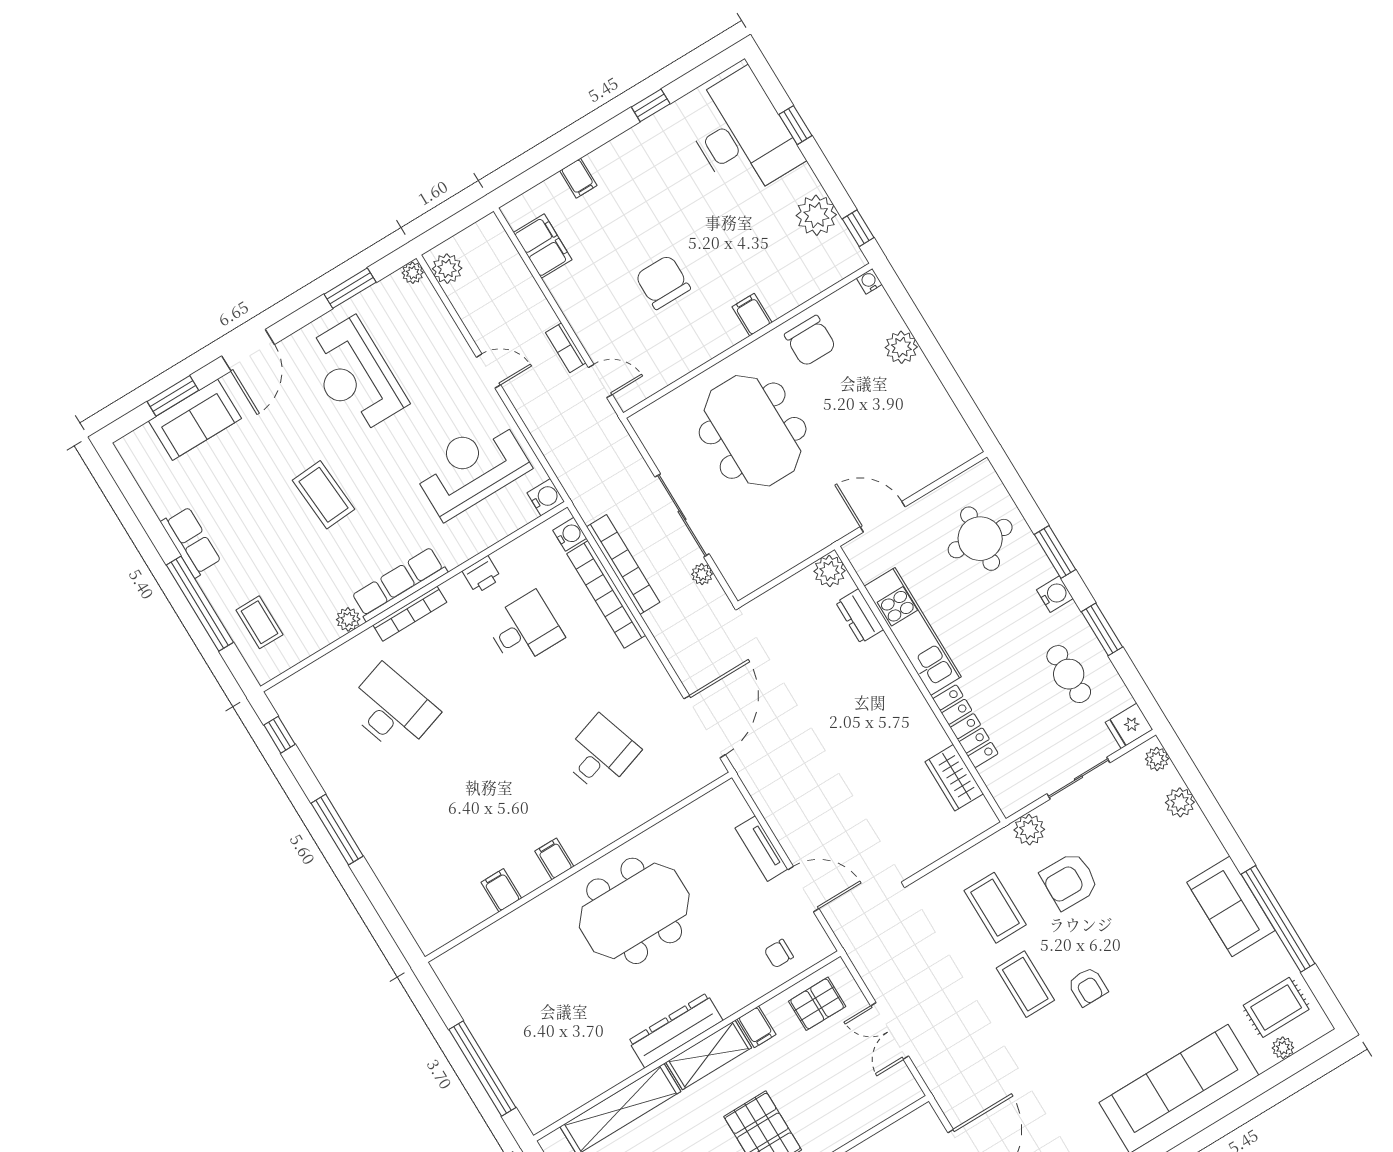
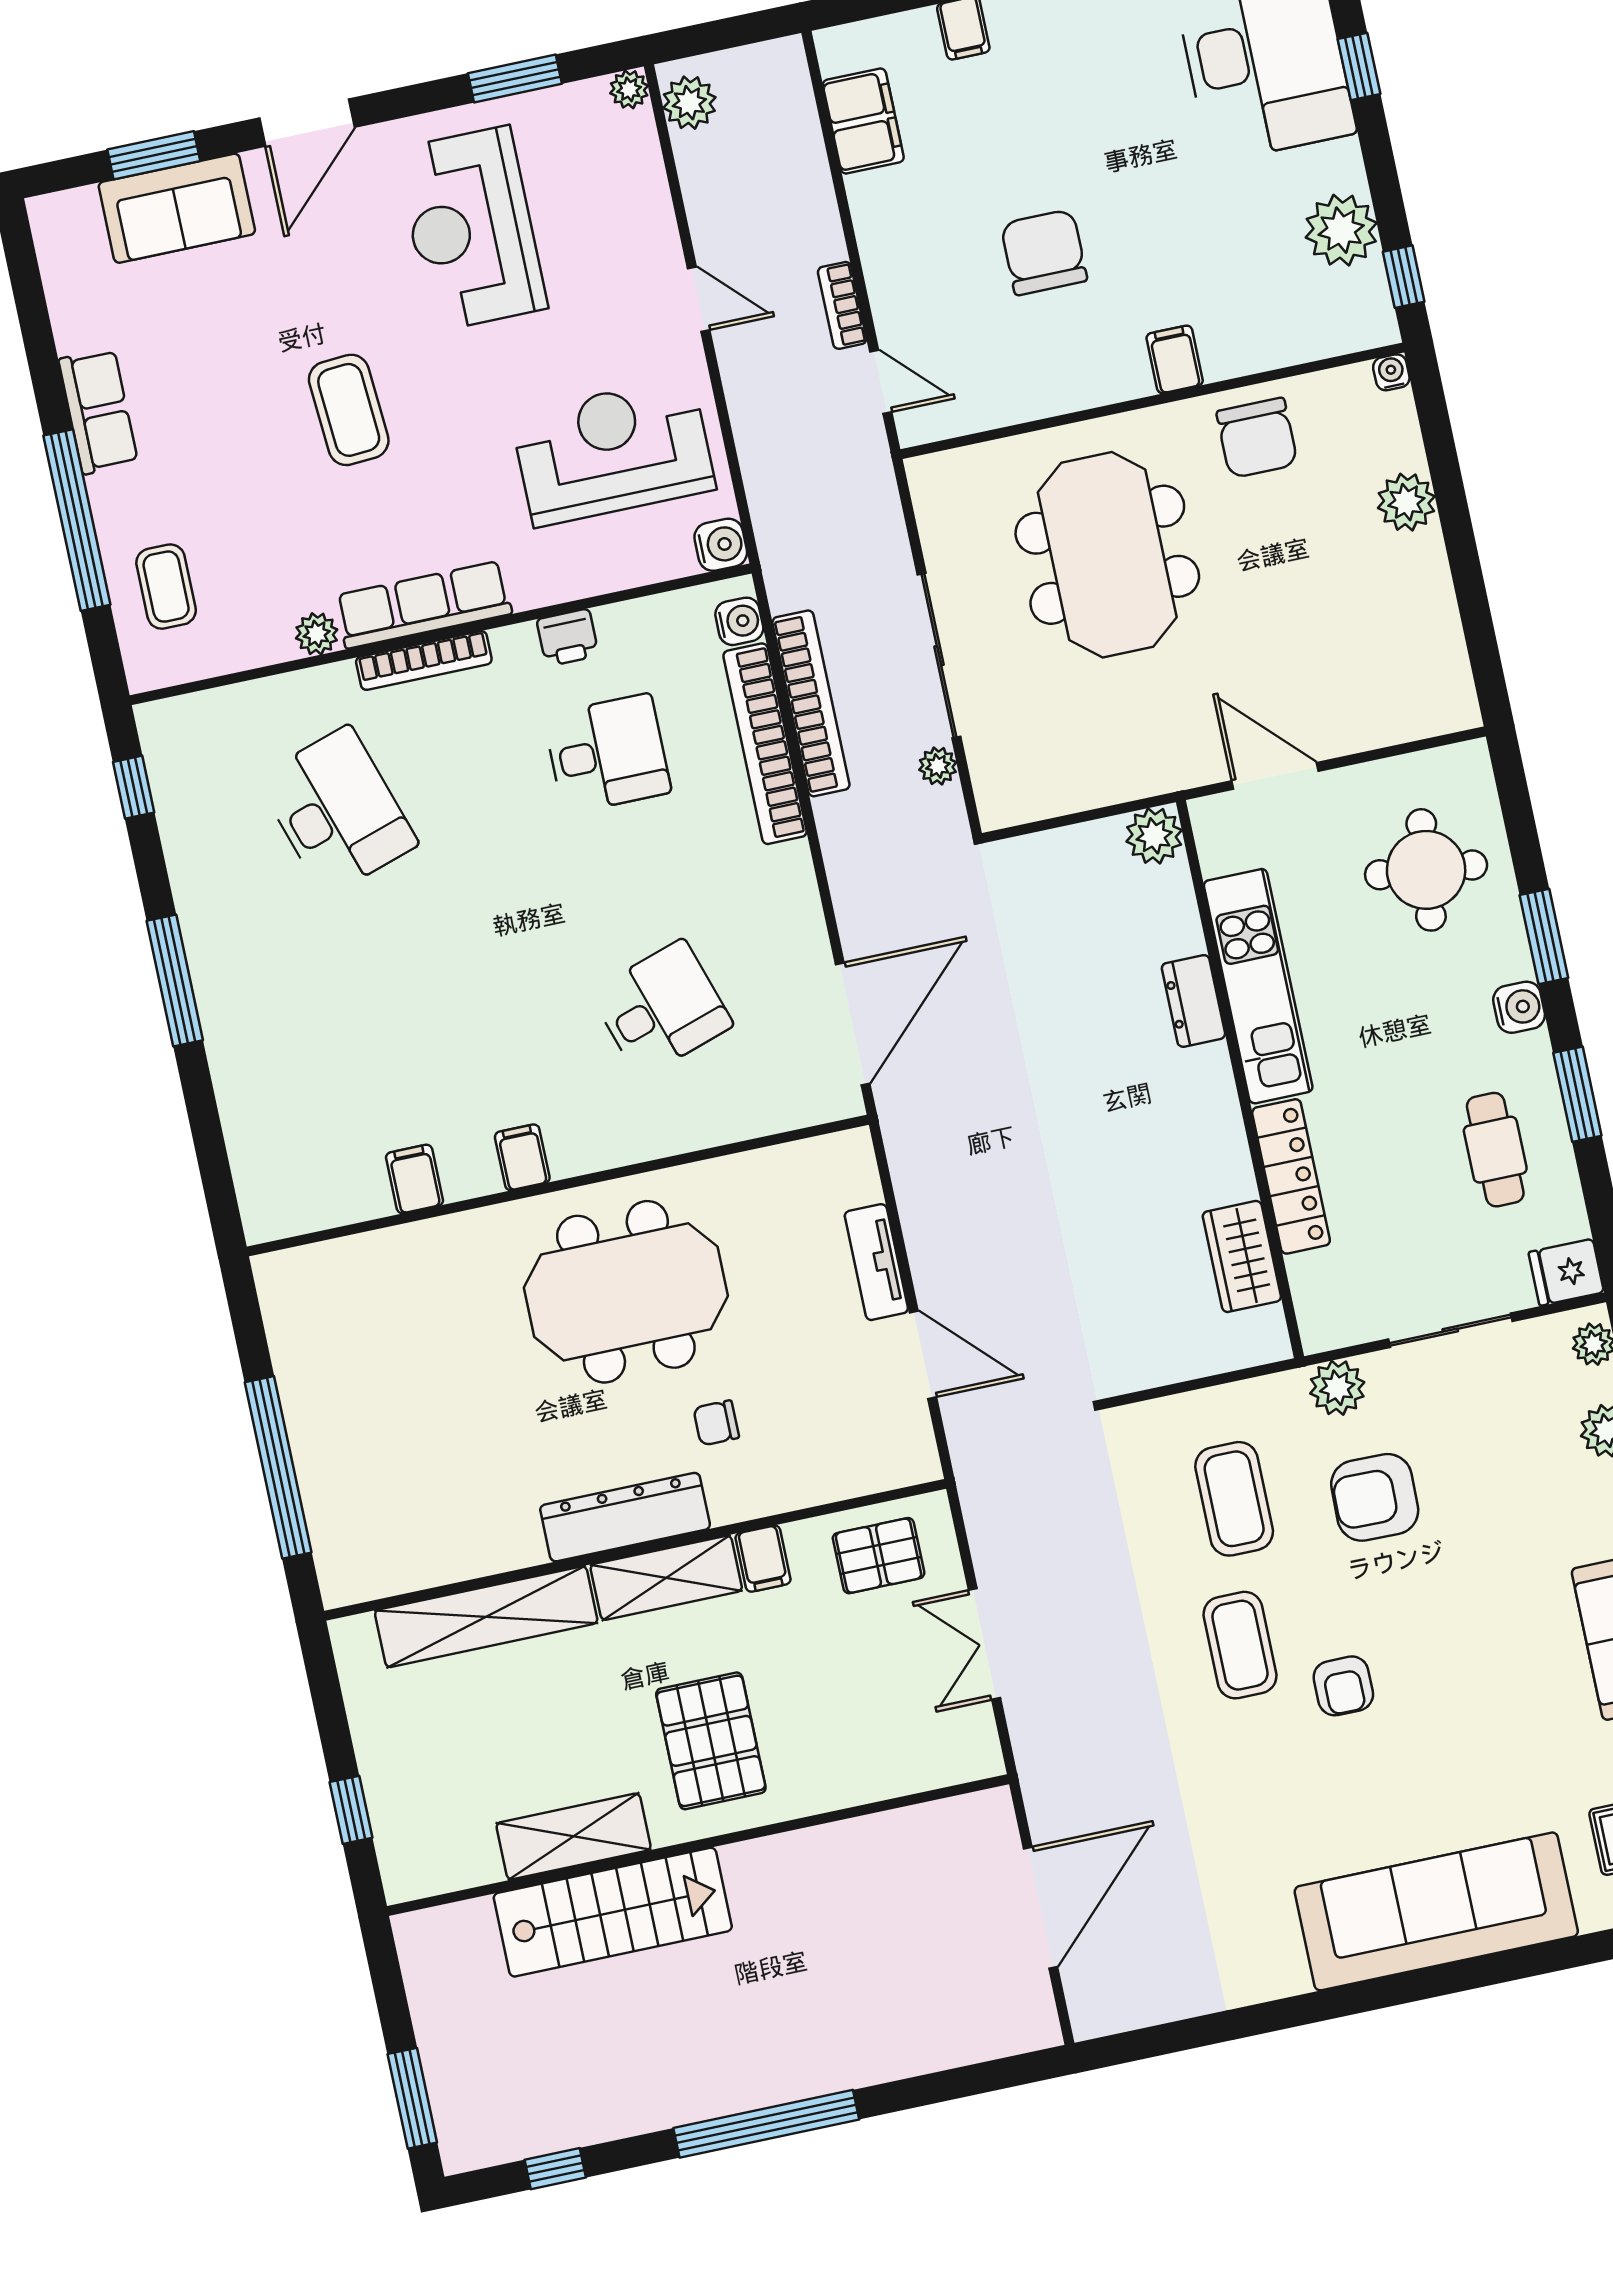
dresser: (860, 616) -> (1193, 1001), moved
chair: (779, 954) -> (716, 1423), moved

